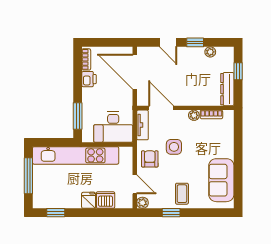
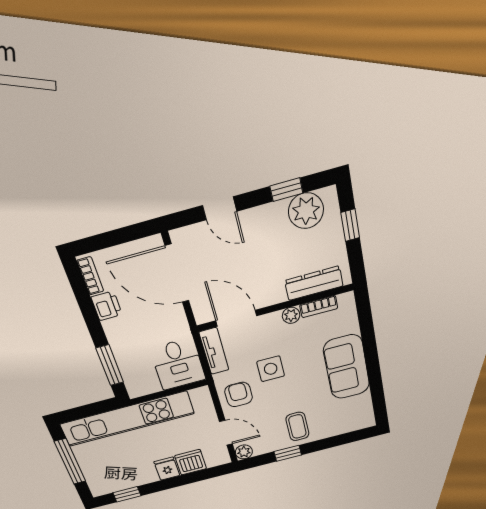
window: (195, 42) -> (286, 190), moved
plant: (210, 52) -> (306, 211), width x1.88, depth x1.88
dresser: (227, 89) -> (314, 283), moved, turned 90
desk: (113, 127) -> (178, 364), width x0.73
sofa: (221, 180) -> (347, 367), moved

